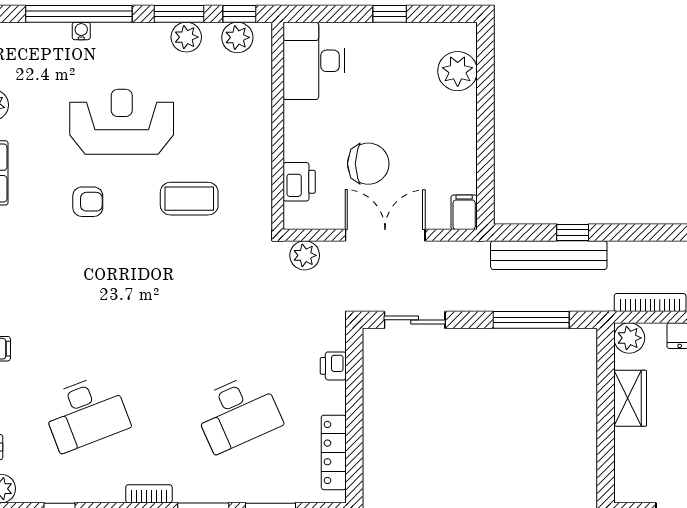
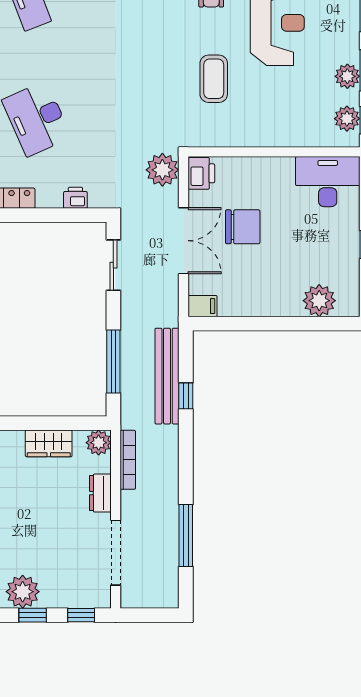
chair: (368, 164) -> (243, 227), turned -90
printer: (299, 182) -> (201, 173), moved, turned -90
plant: (305, 255) -> (162, 170), width x1.36, depth x1.36

